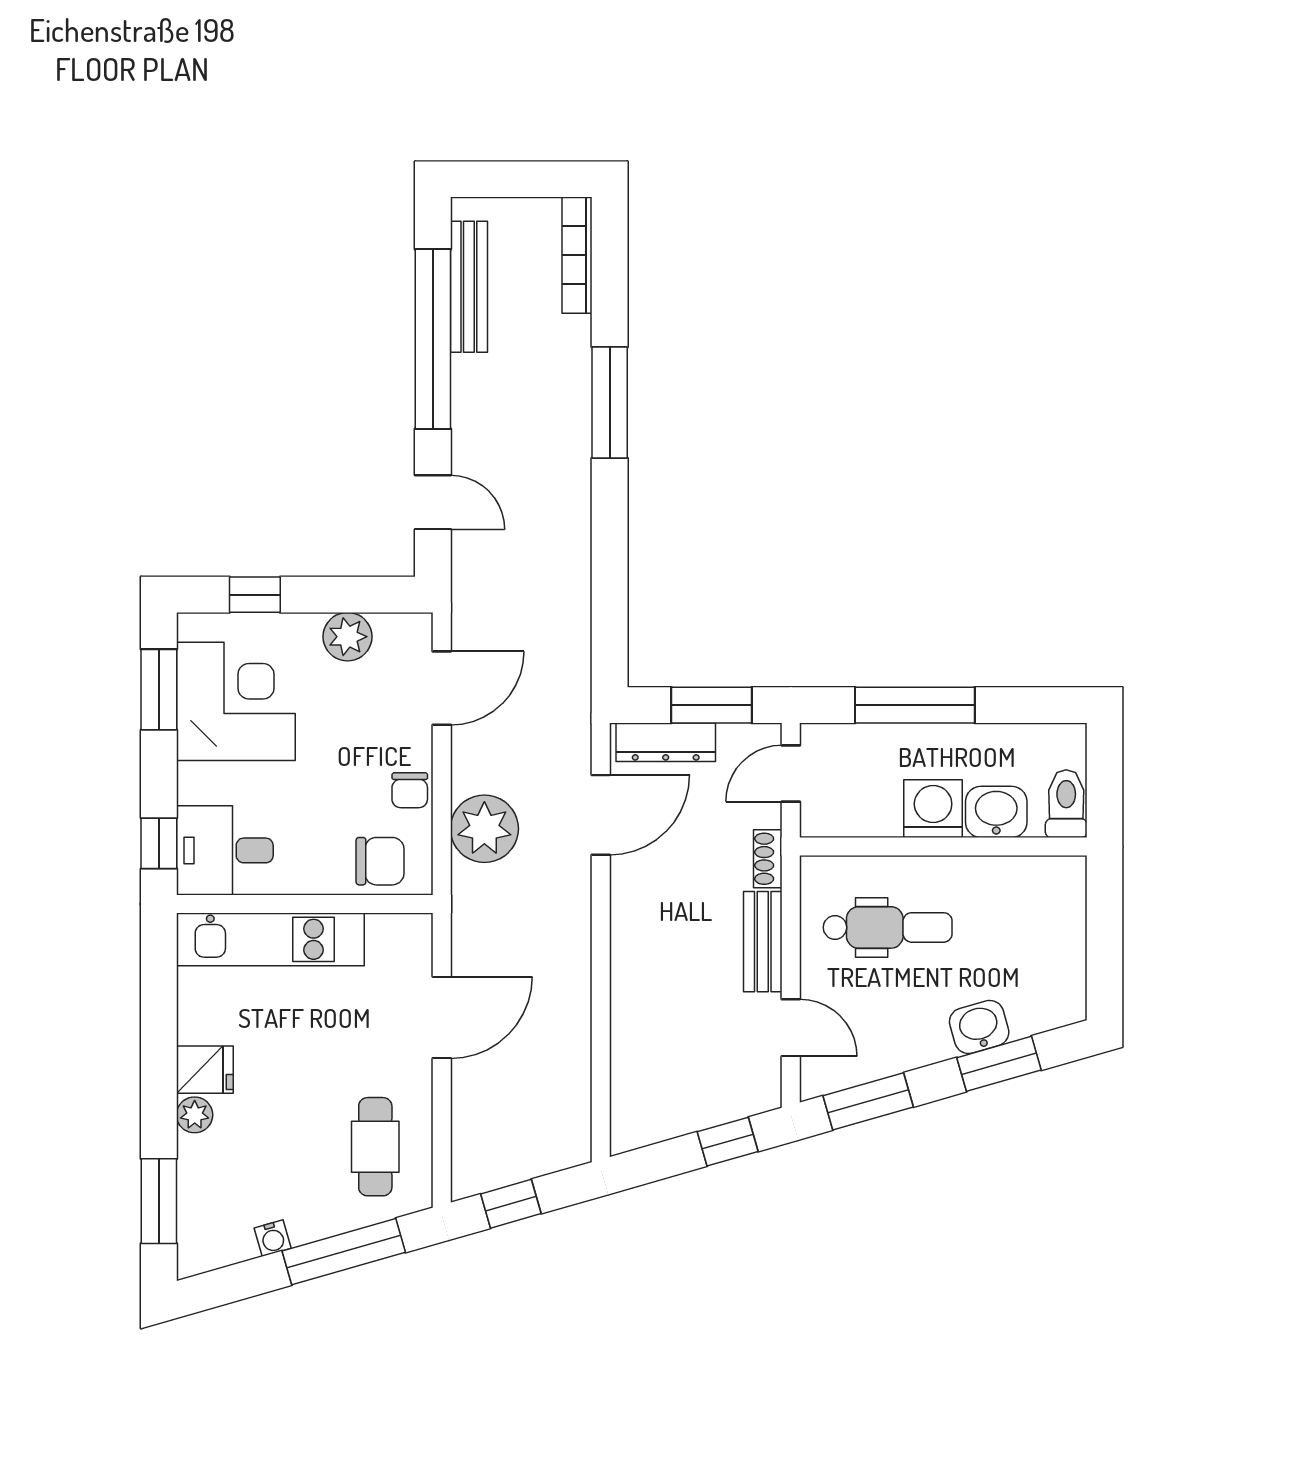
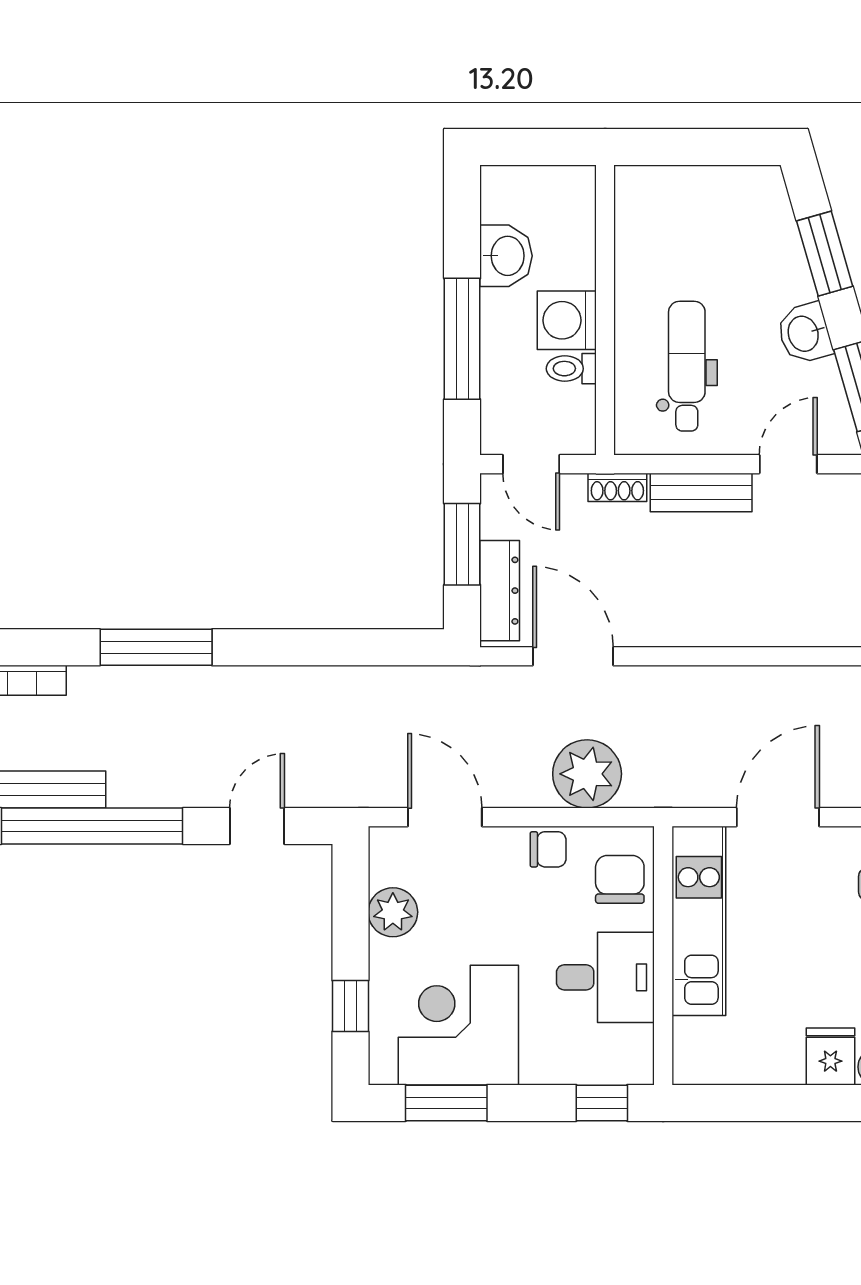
toilet: (1066, 804) -> (571, 369), moved, width x0.73, depth x0.72
washbasin: (996, 812) -> (506, 256), moved, turned 180
desk: (225, 850) -> (605, 977), moved, turned -90
kitchen unit: (270, 939) -> (699, 921), moved
door: (442, 1018) -> (778, 817), hinge flipped
washbasin: (979, 1027) -> (804, 333), moved

